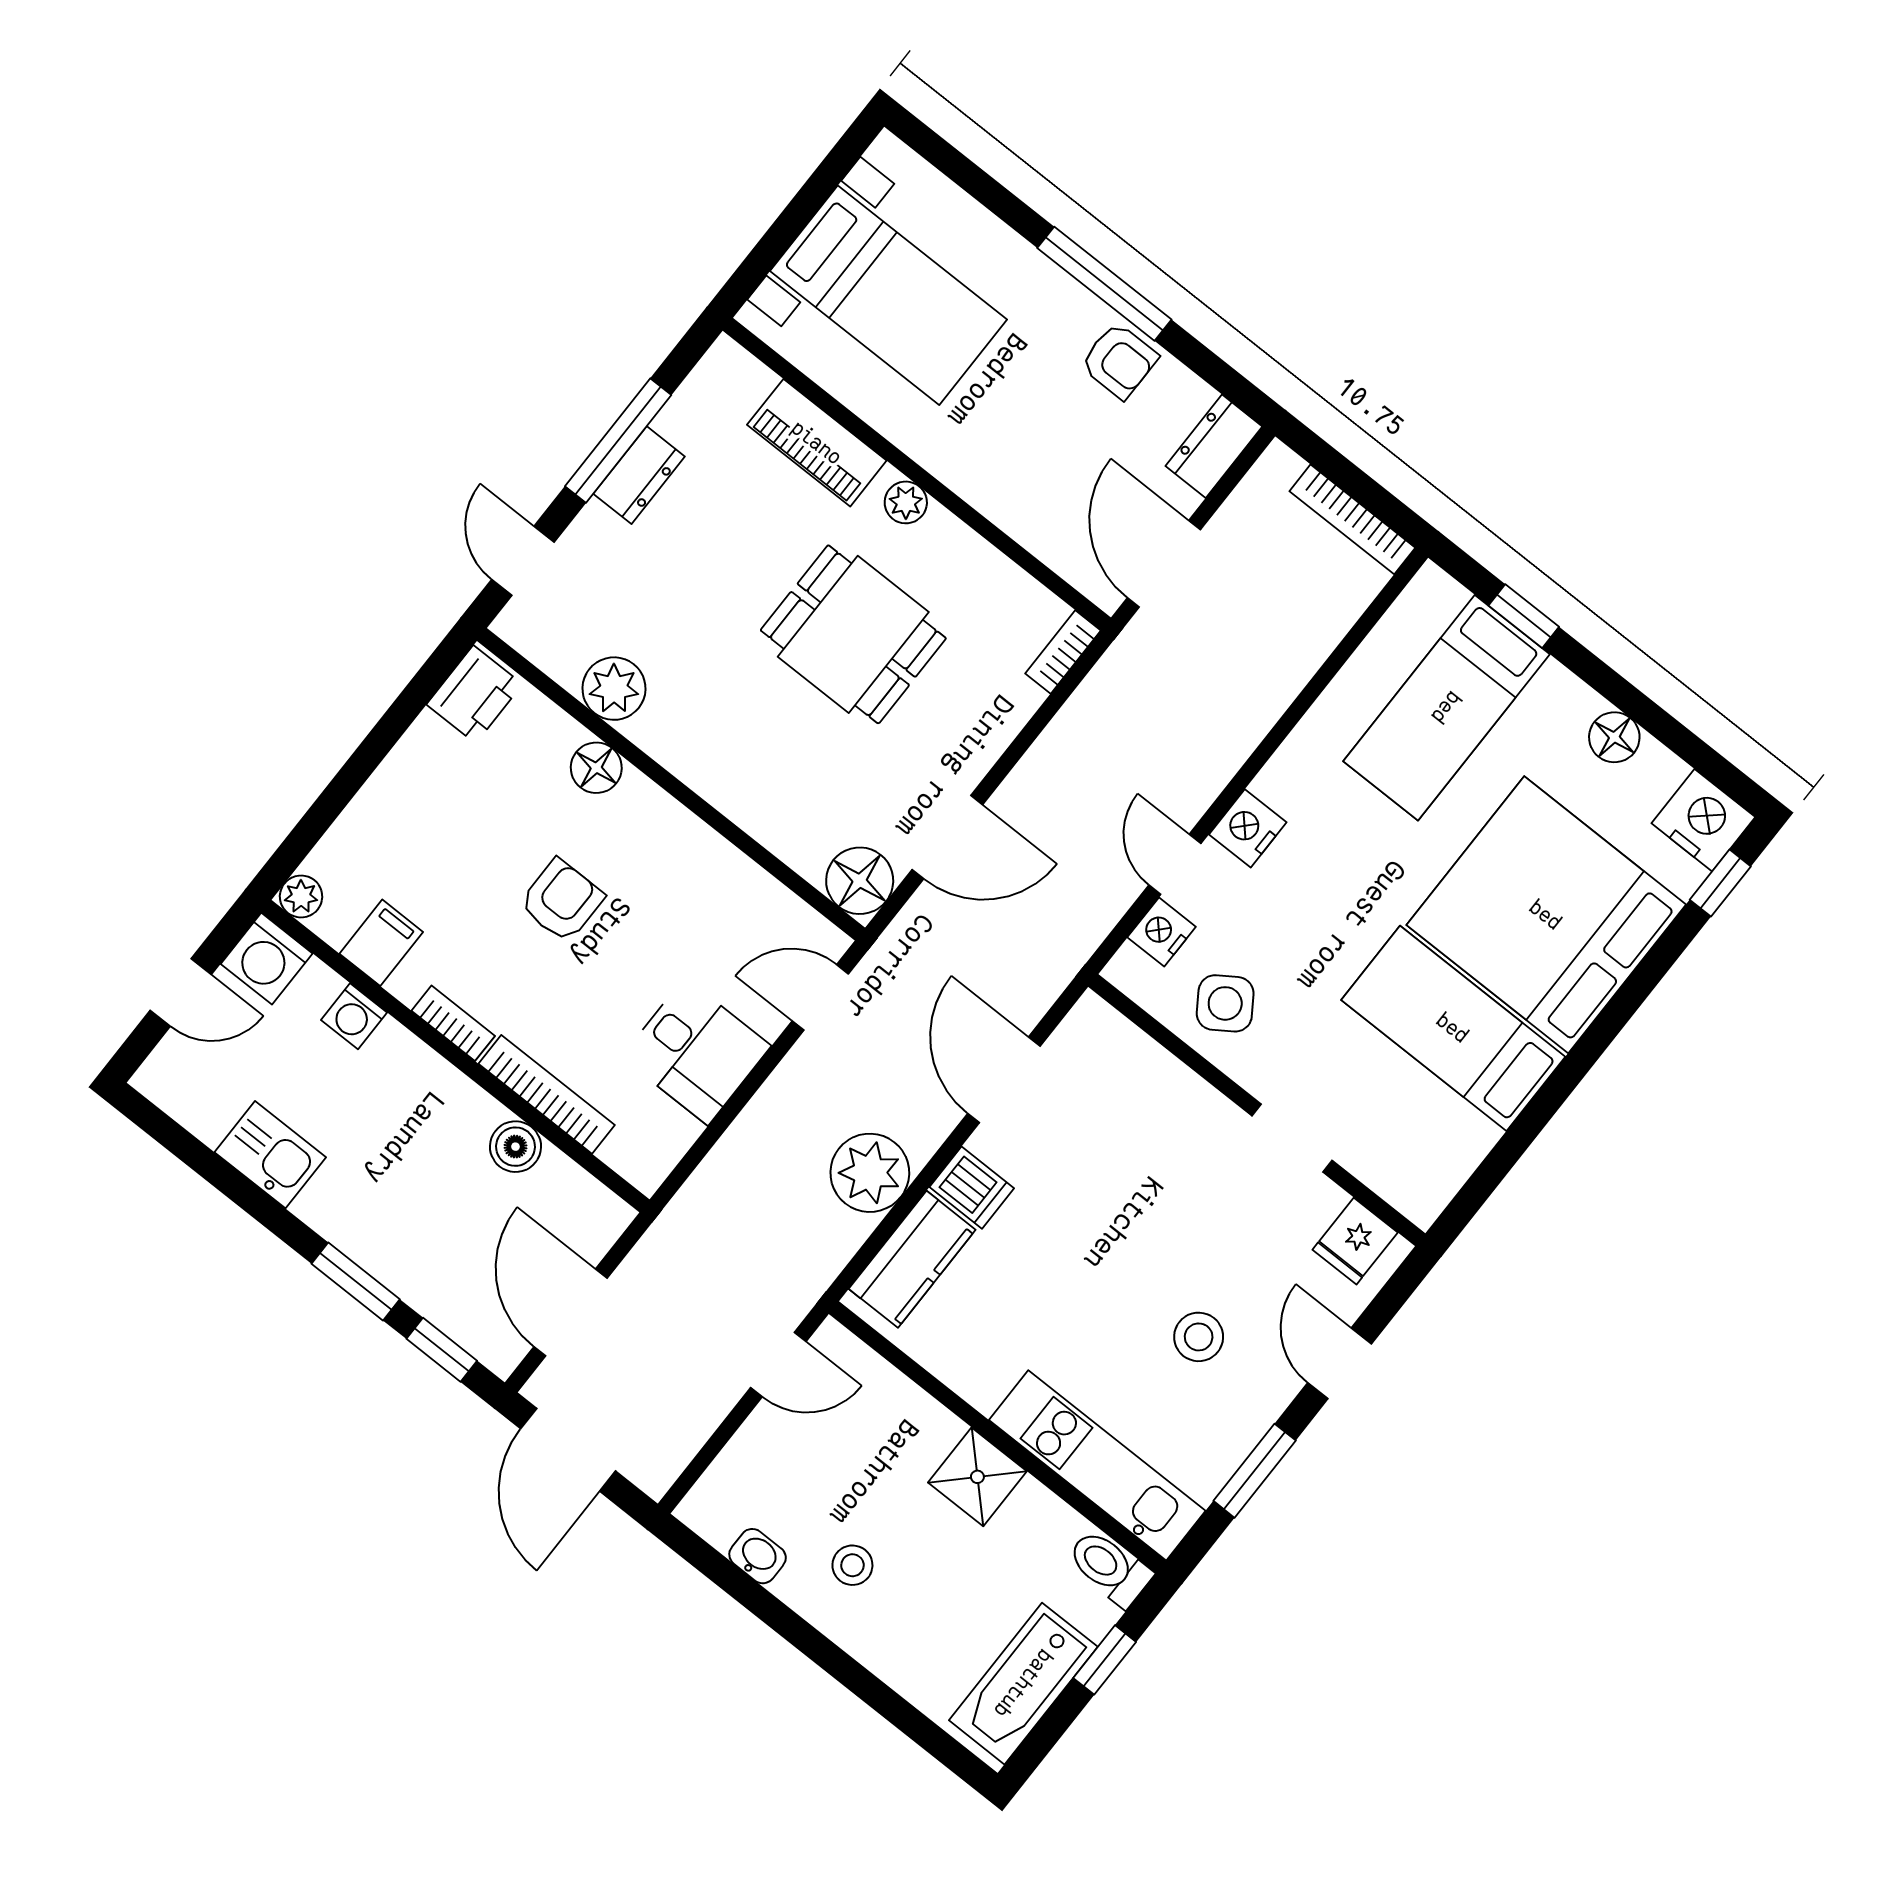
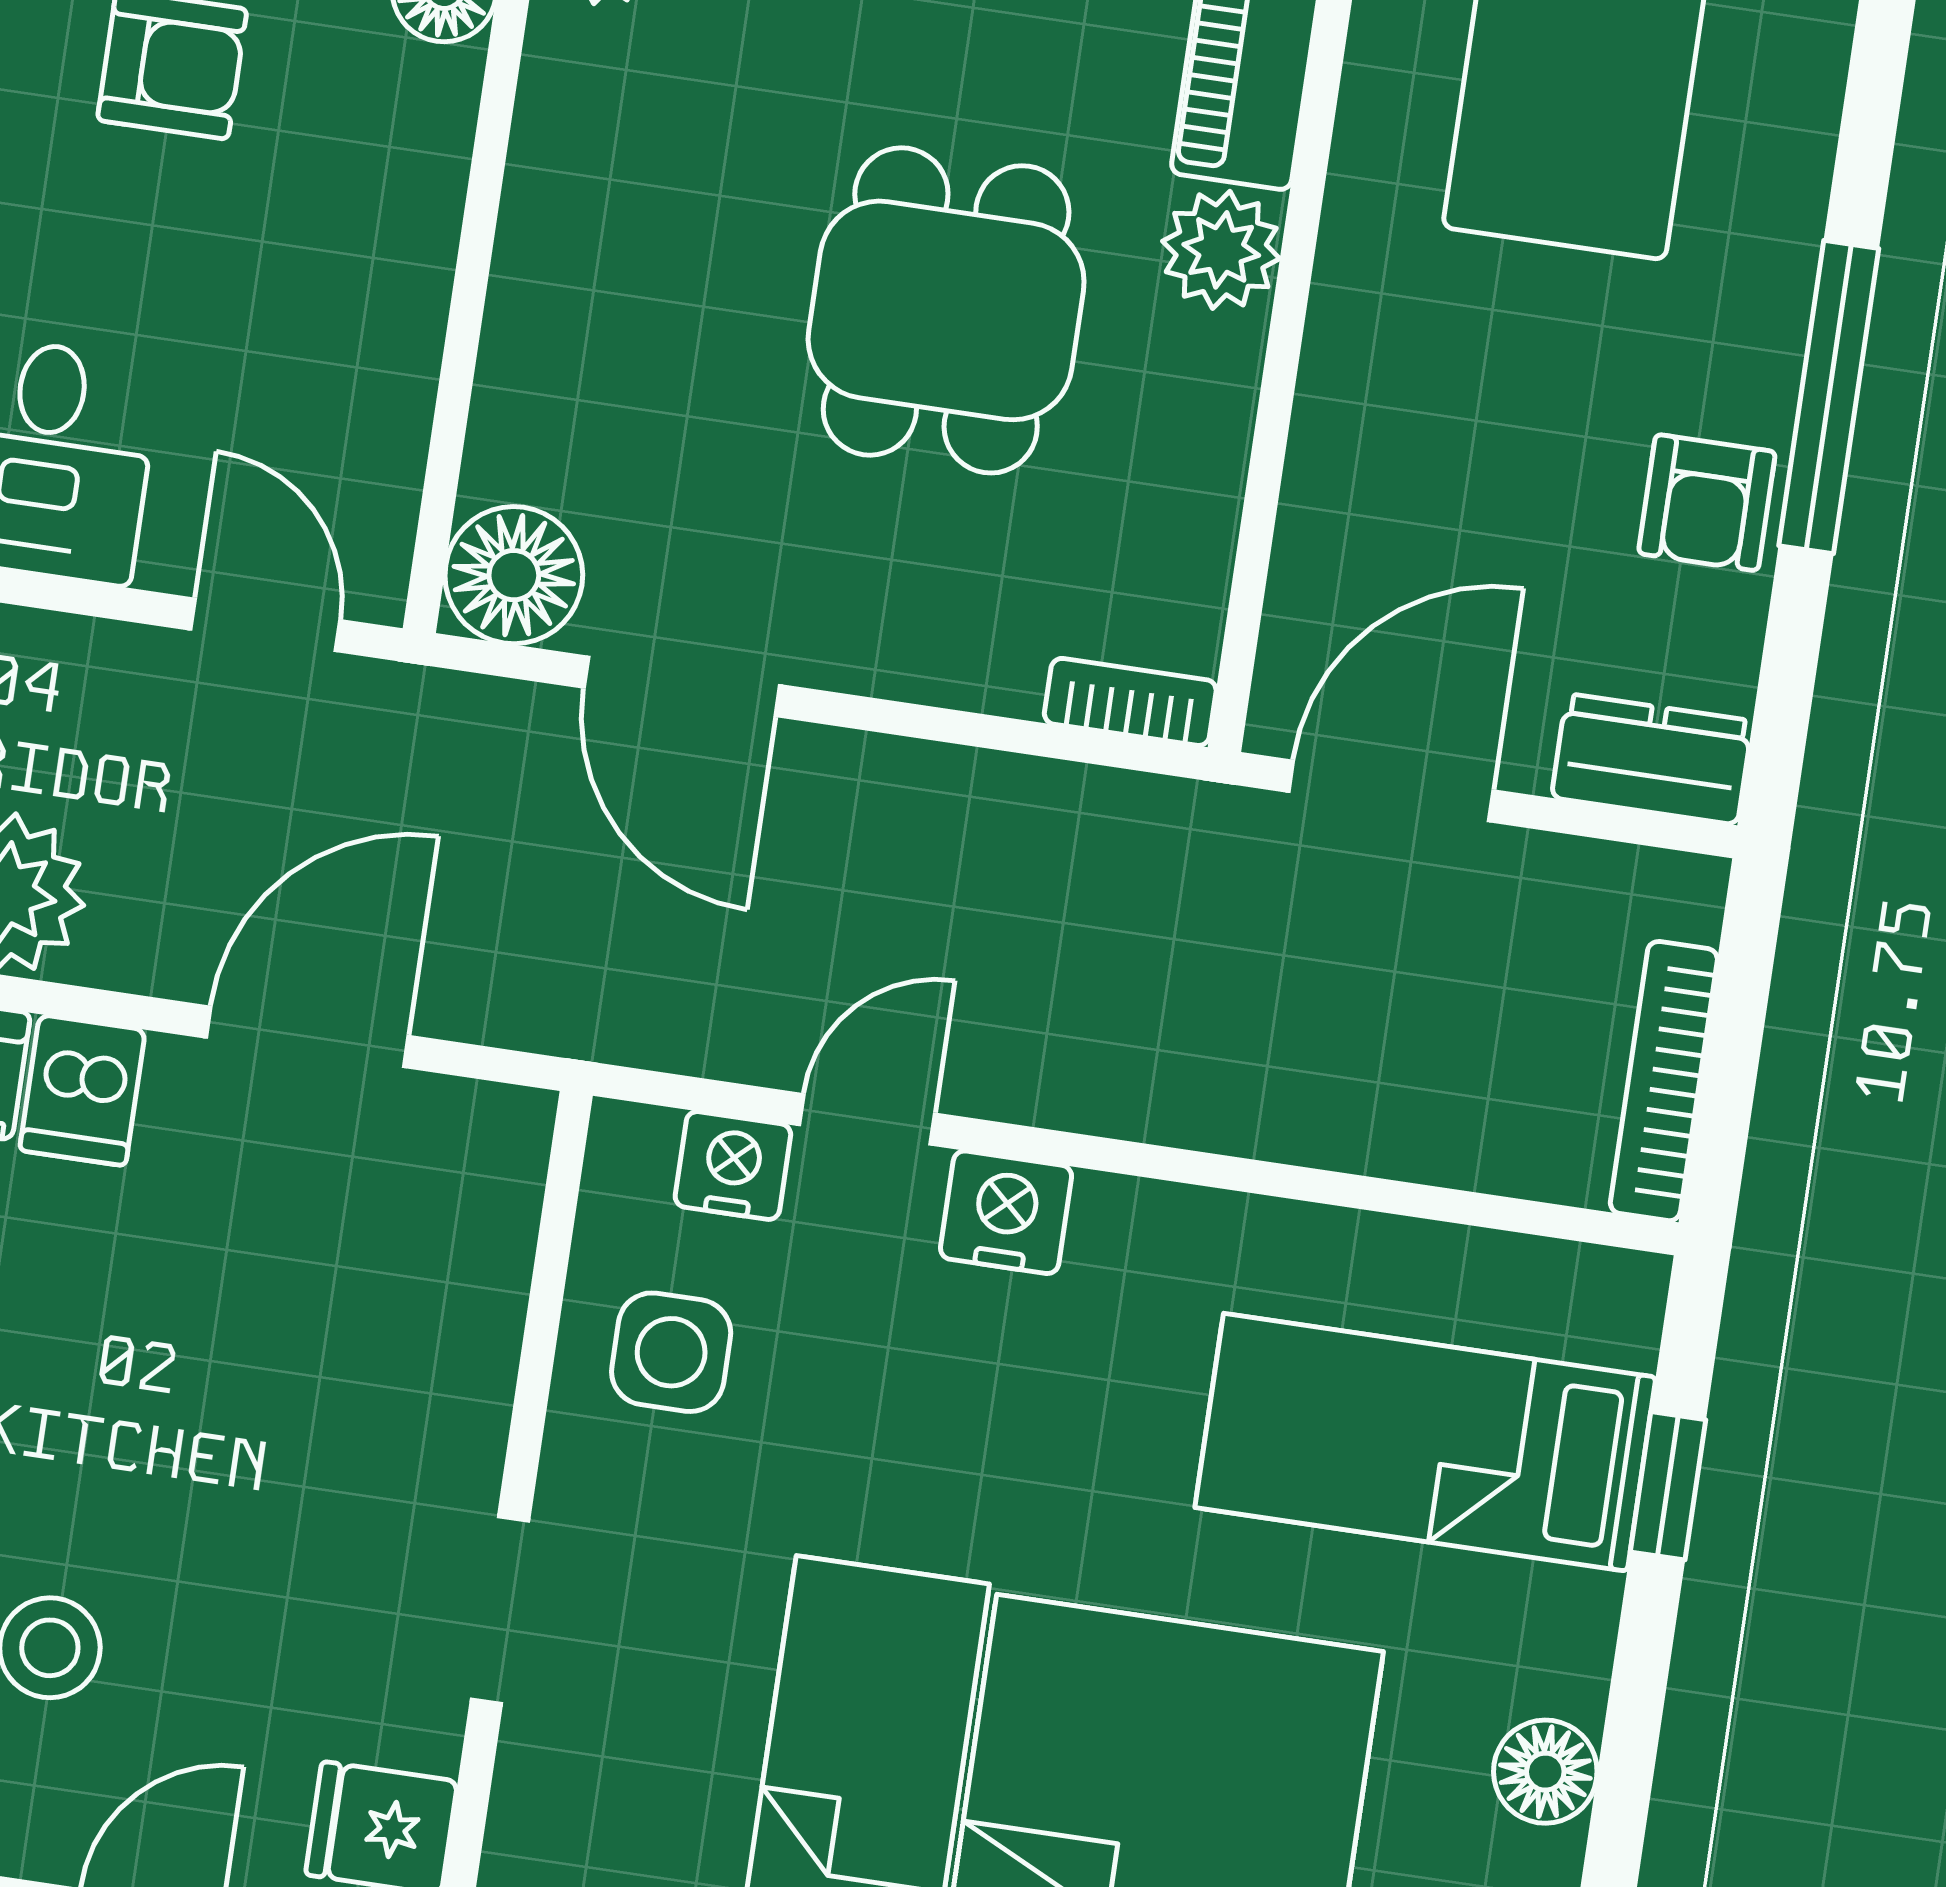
plant: (906, 502) -> (1221, 250), width x1.38, depth x1.38
side table: (1225, 1003) -> (671, 1352), turned 34

